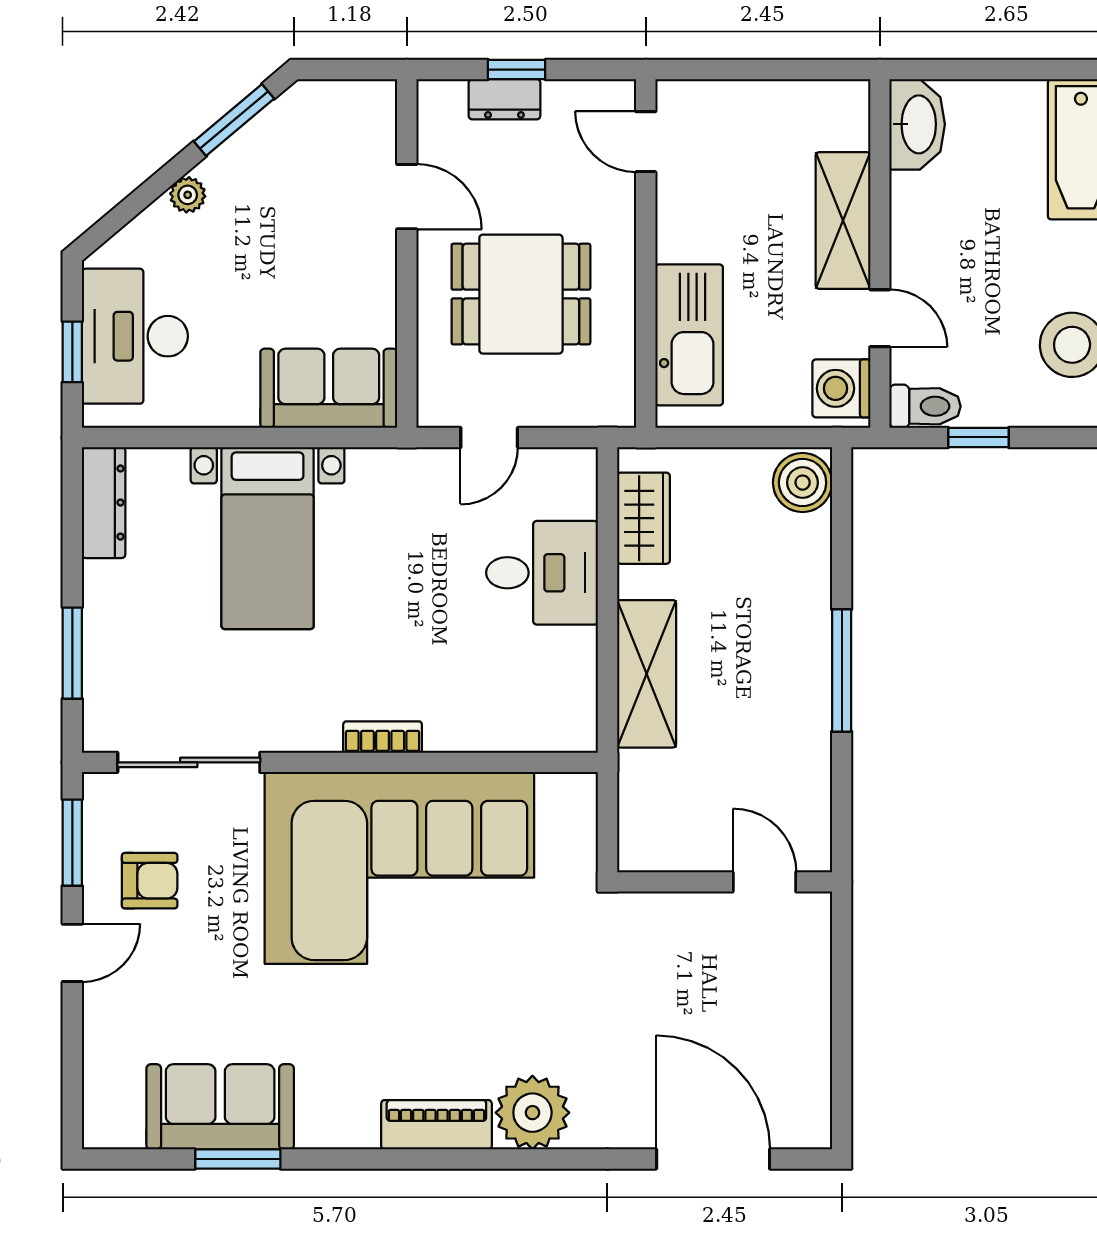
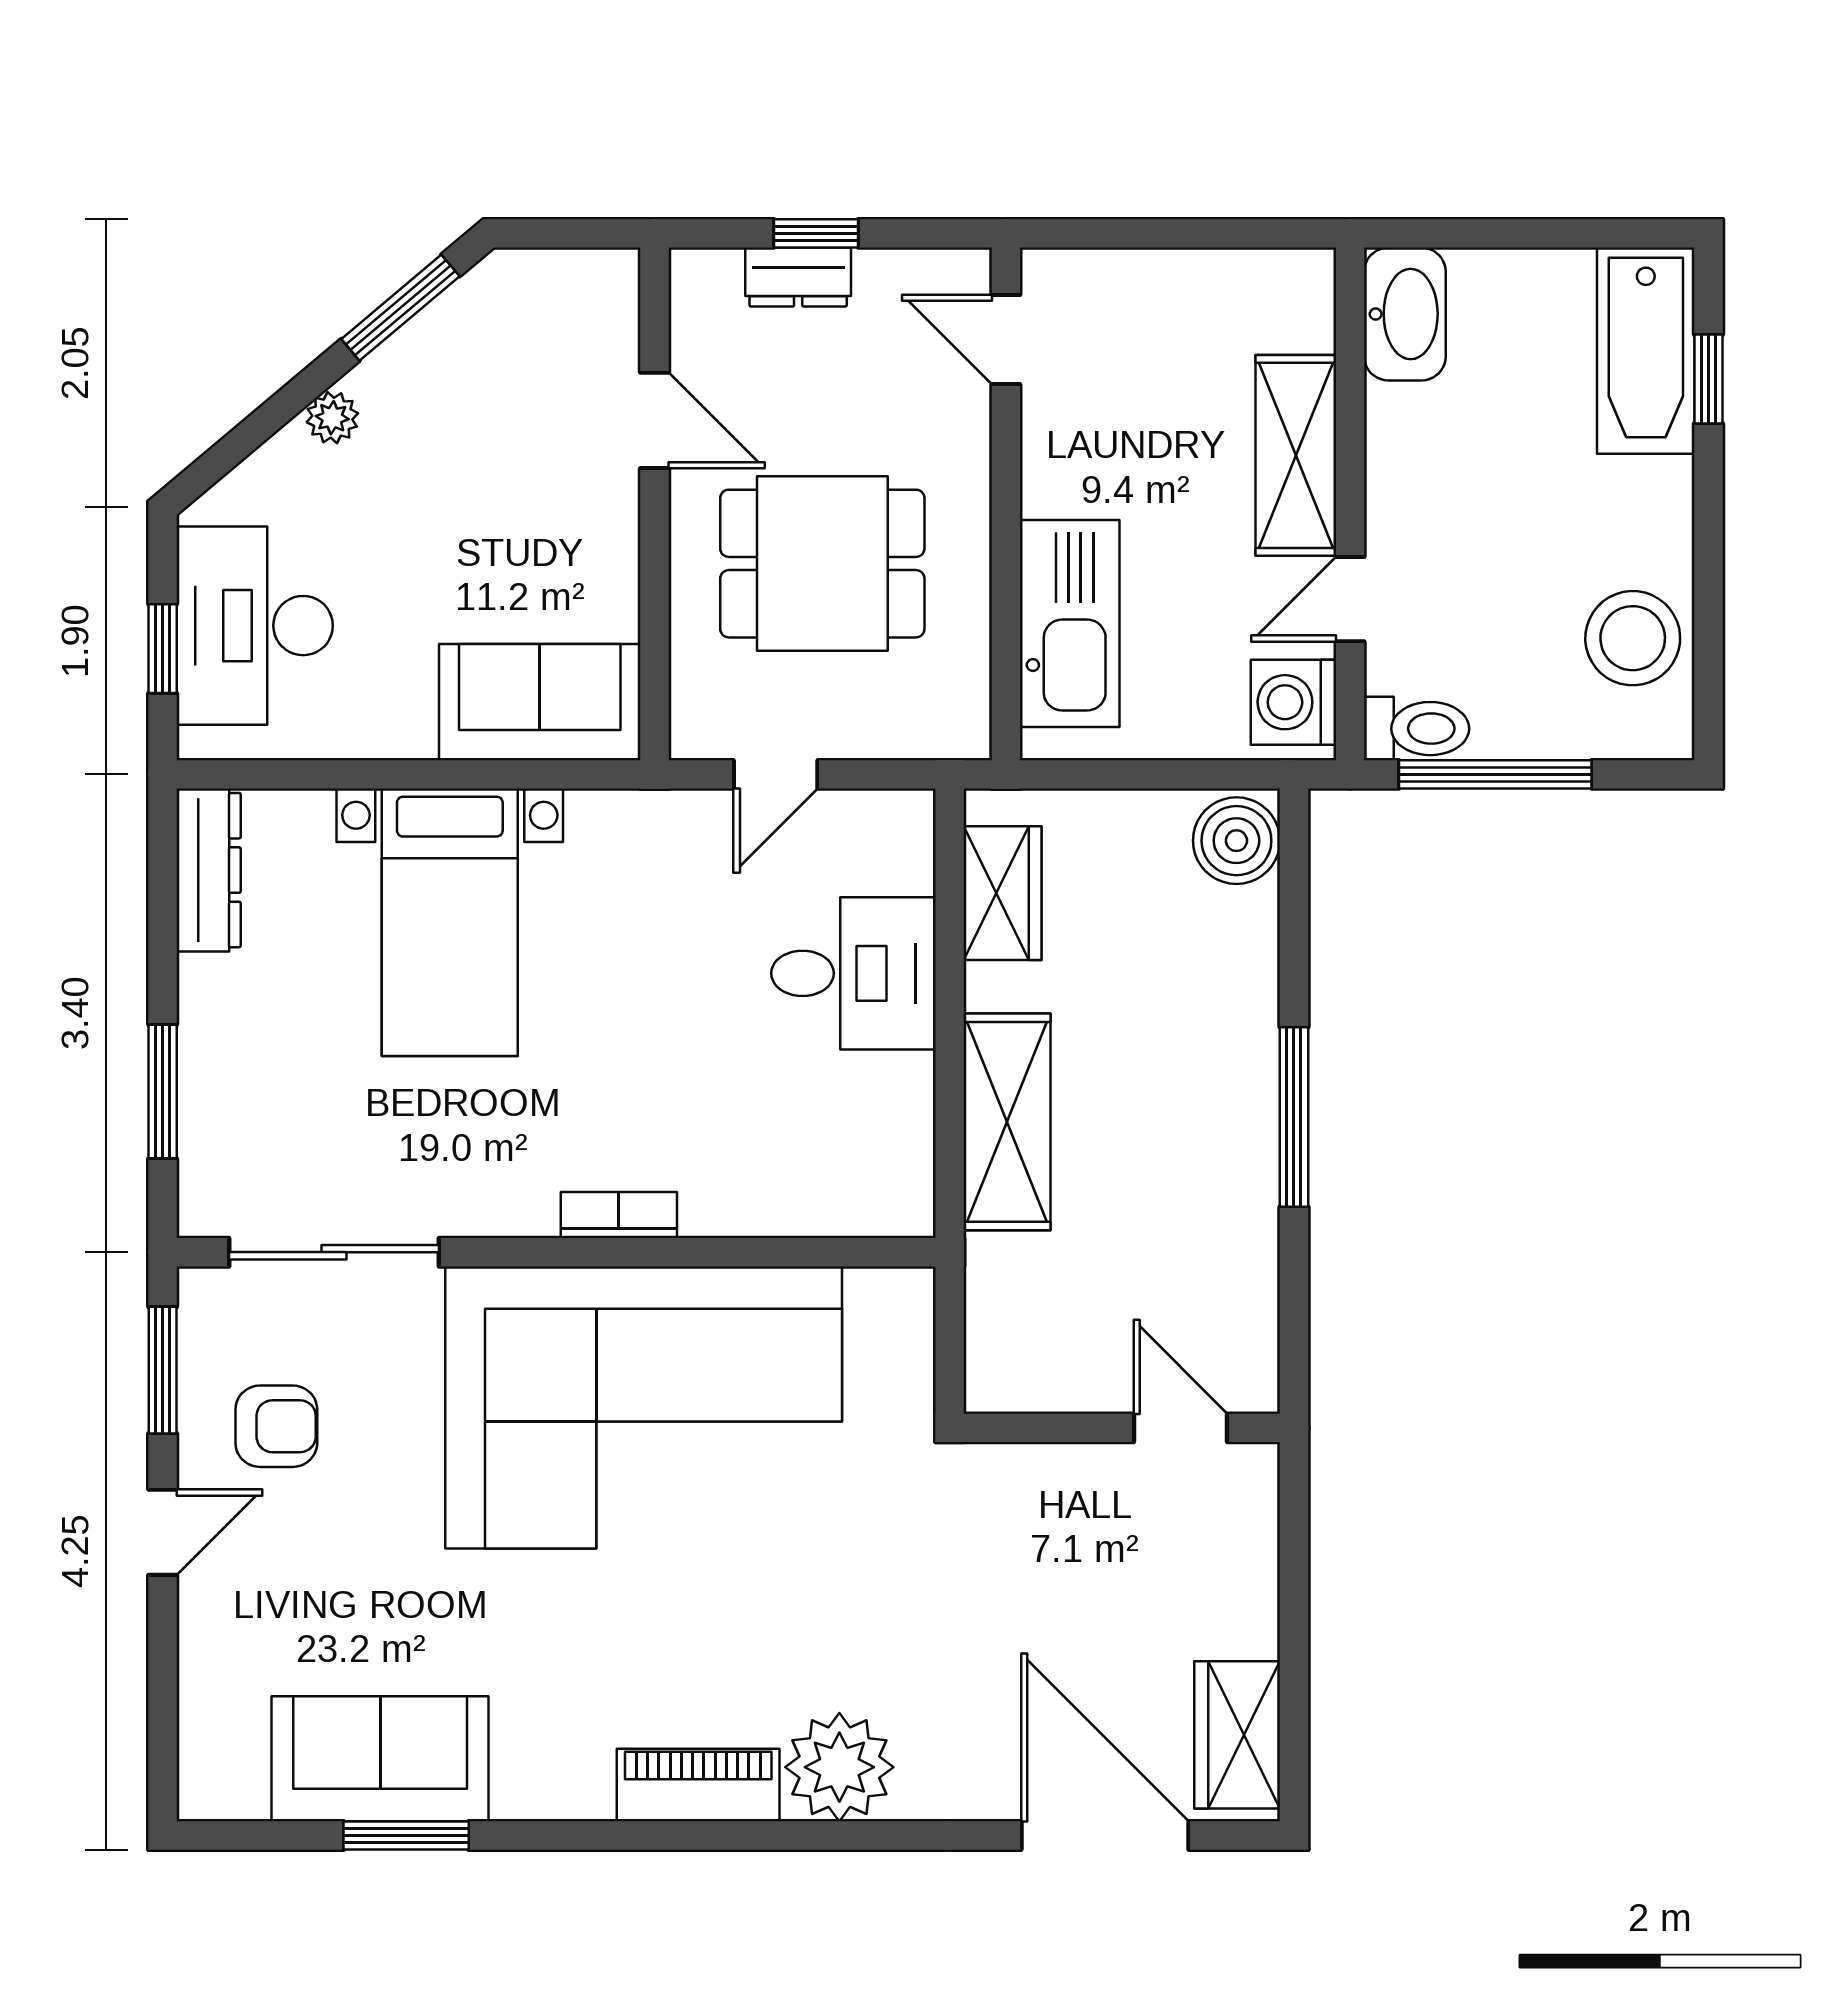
door: (880, 318) -> (1350, 599), swing flipped
window: (979, 437) -> (1495, 774), width x2.17
wardrobe: (803, 1091) -> (1237, 1735), added

